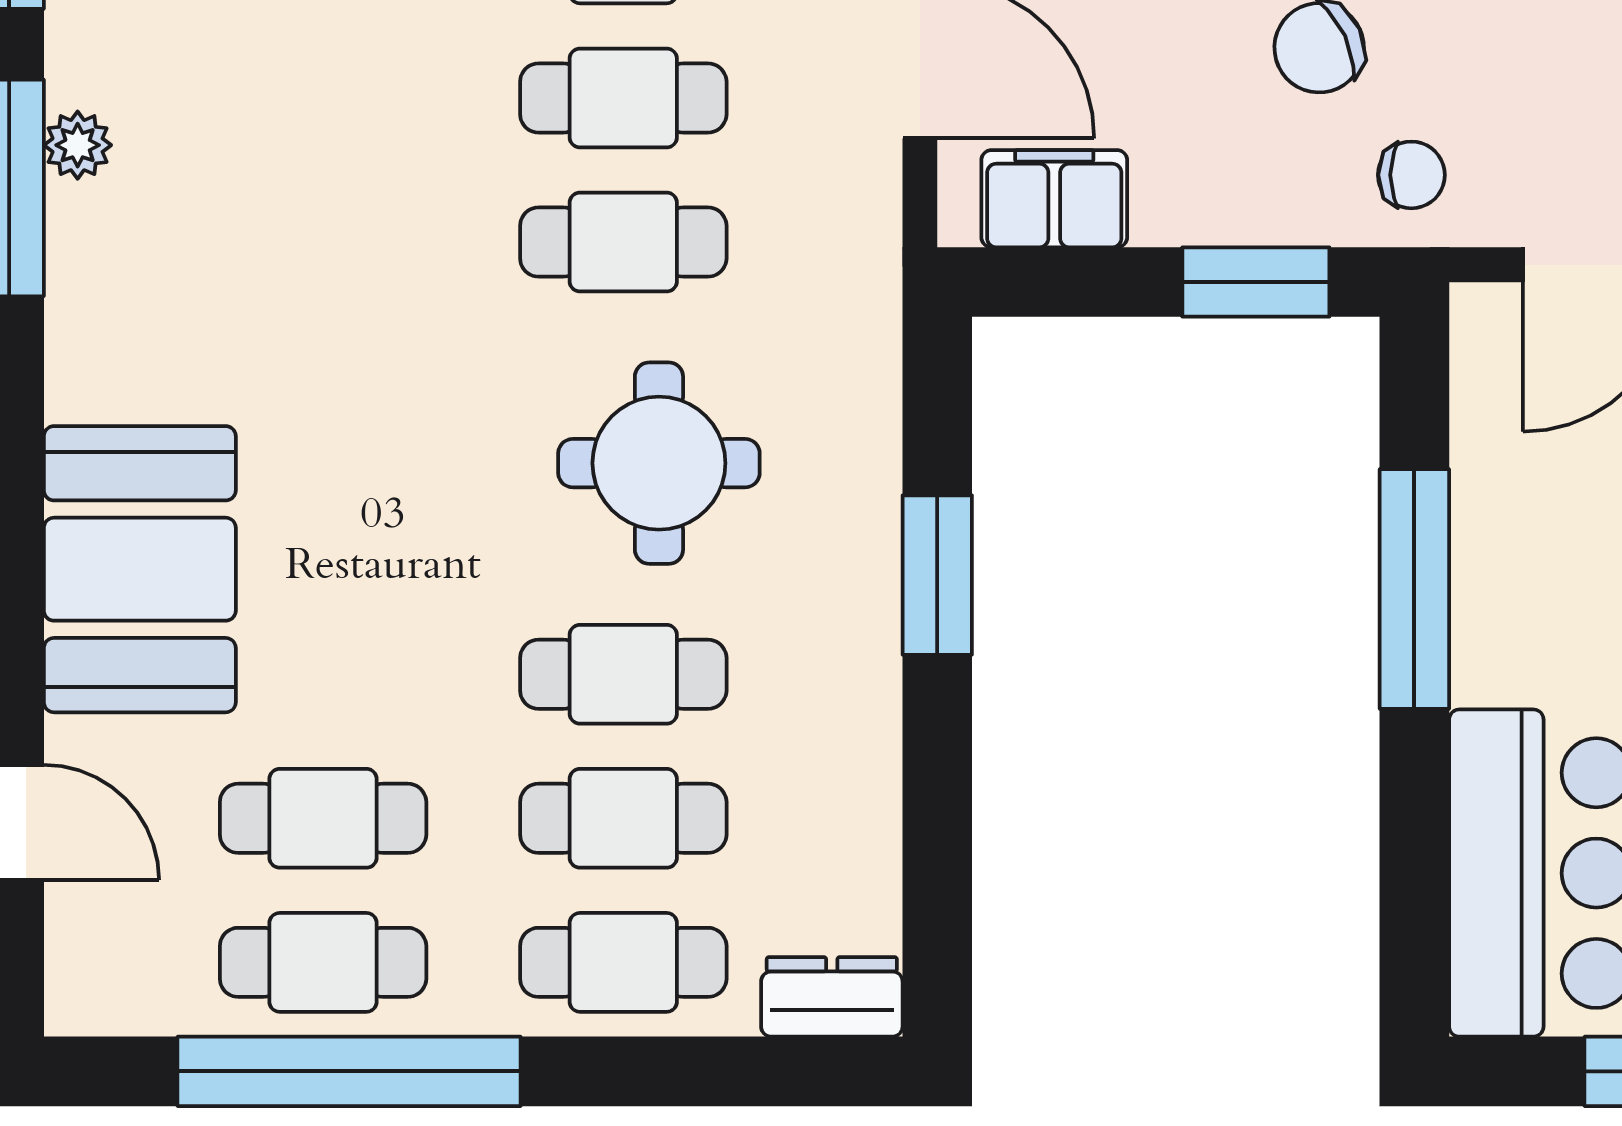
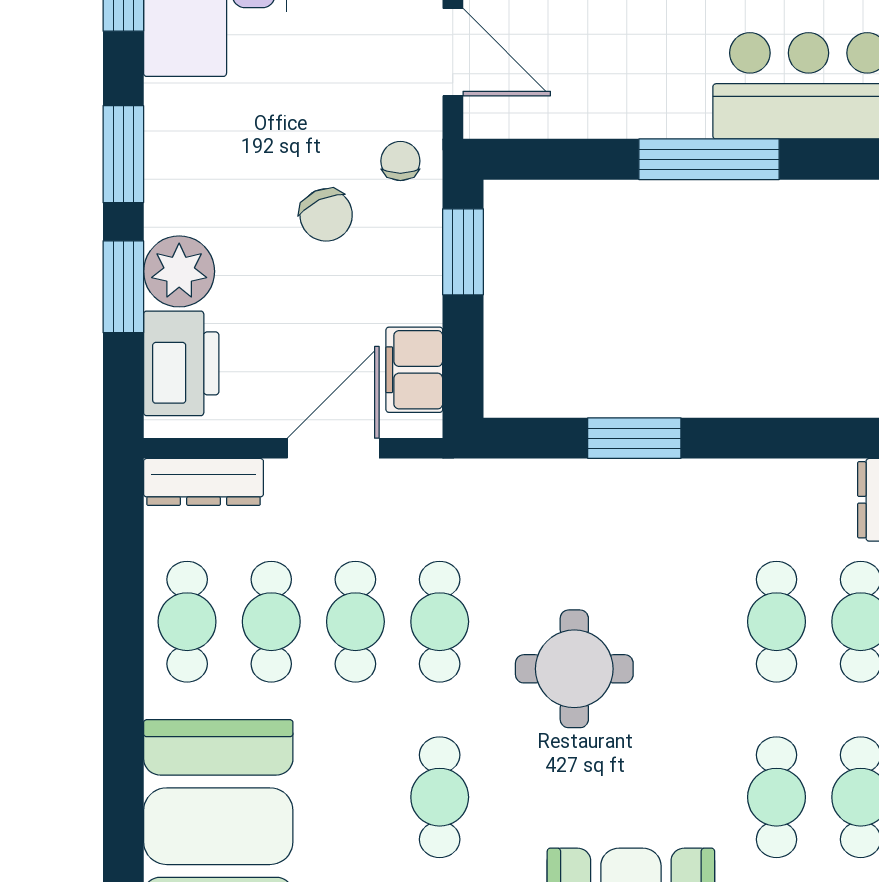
round table: (659, 463) -> (574, 669), moved
window: (1414, 589) -> (709, 159), moved
cafe table: (623, 674) -> (440, 797), moved

